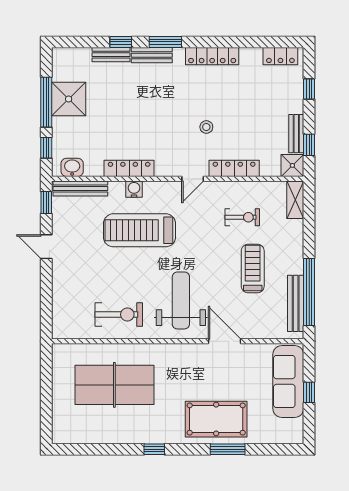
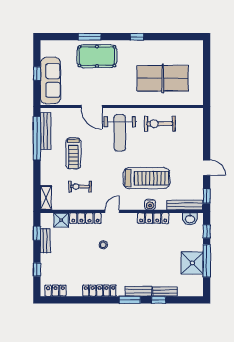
shower: (292, 165) -> (61, 220), moved

